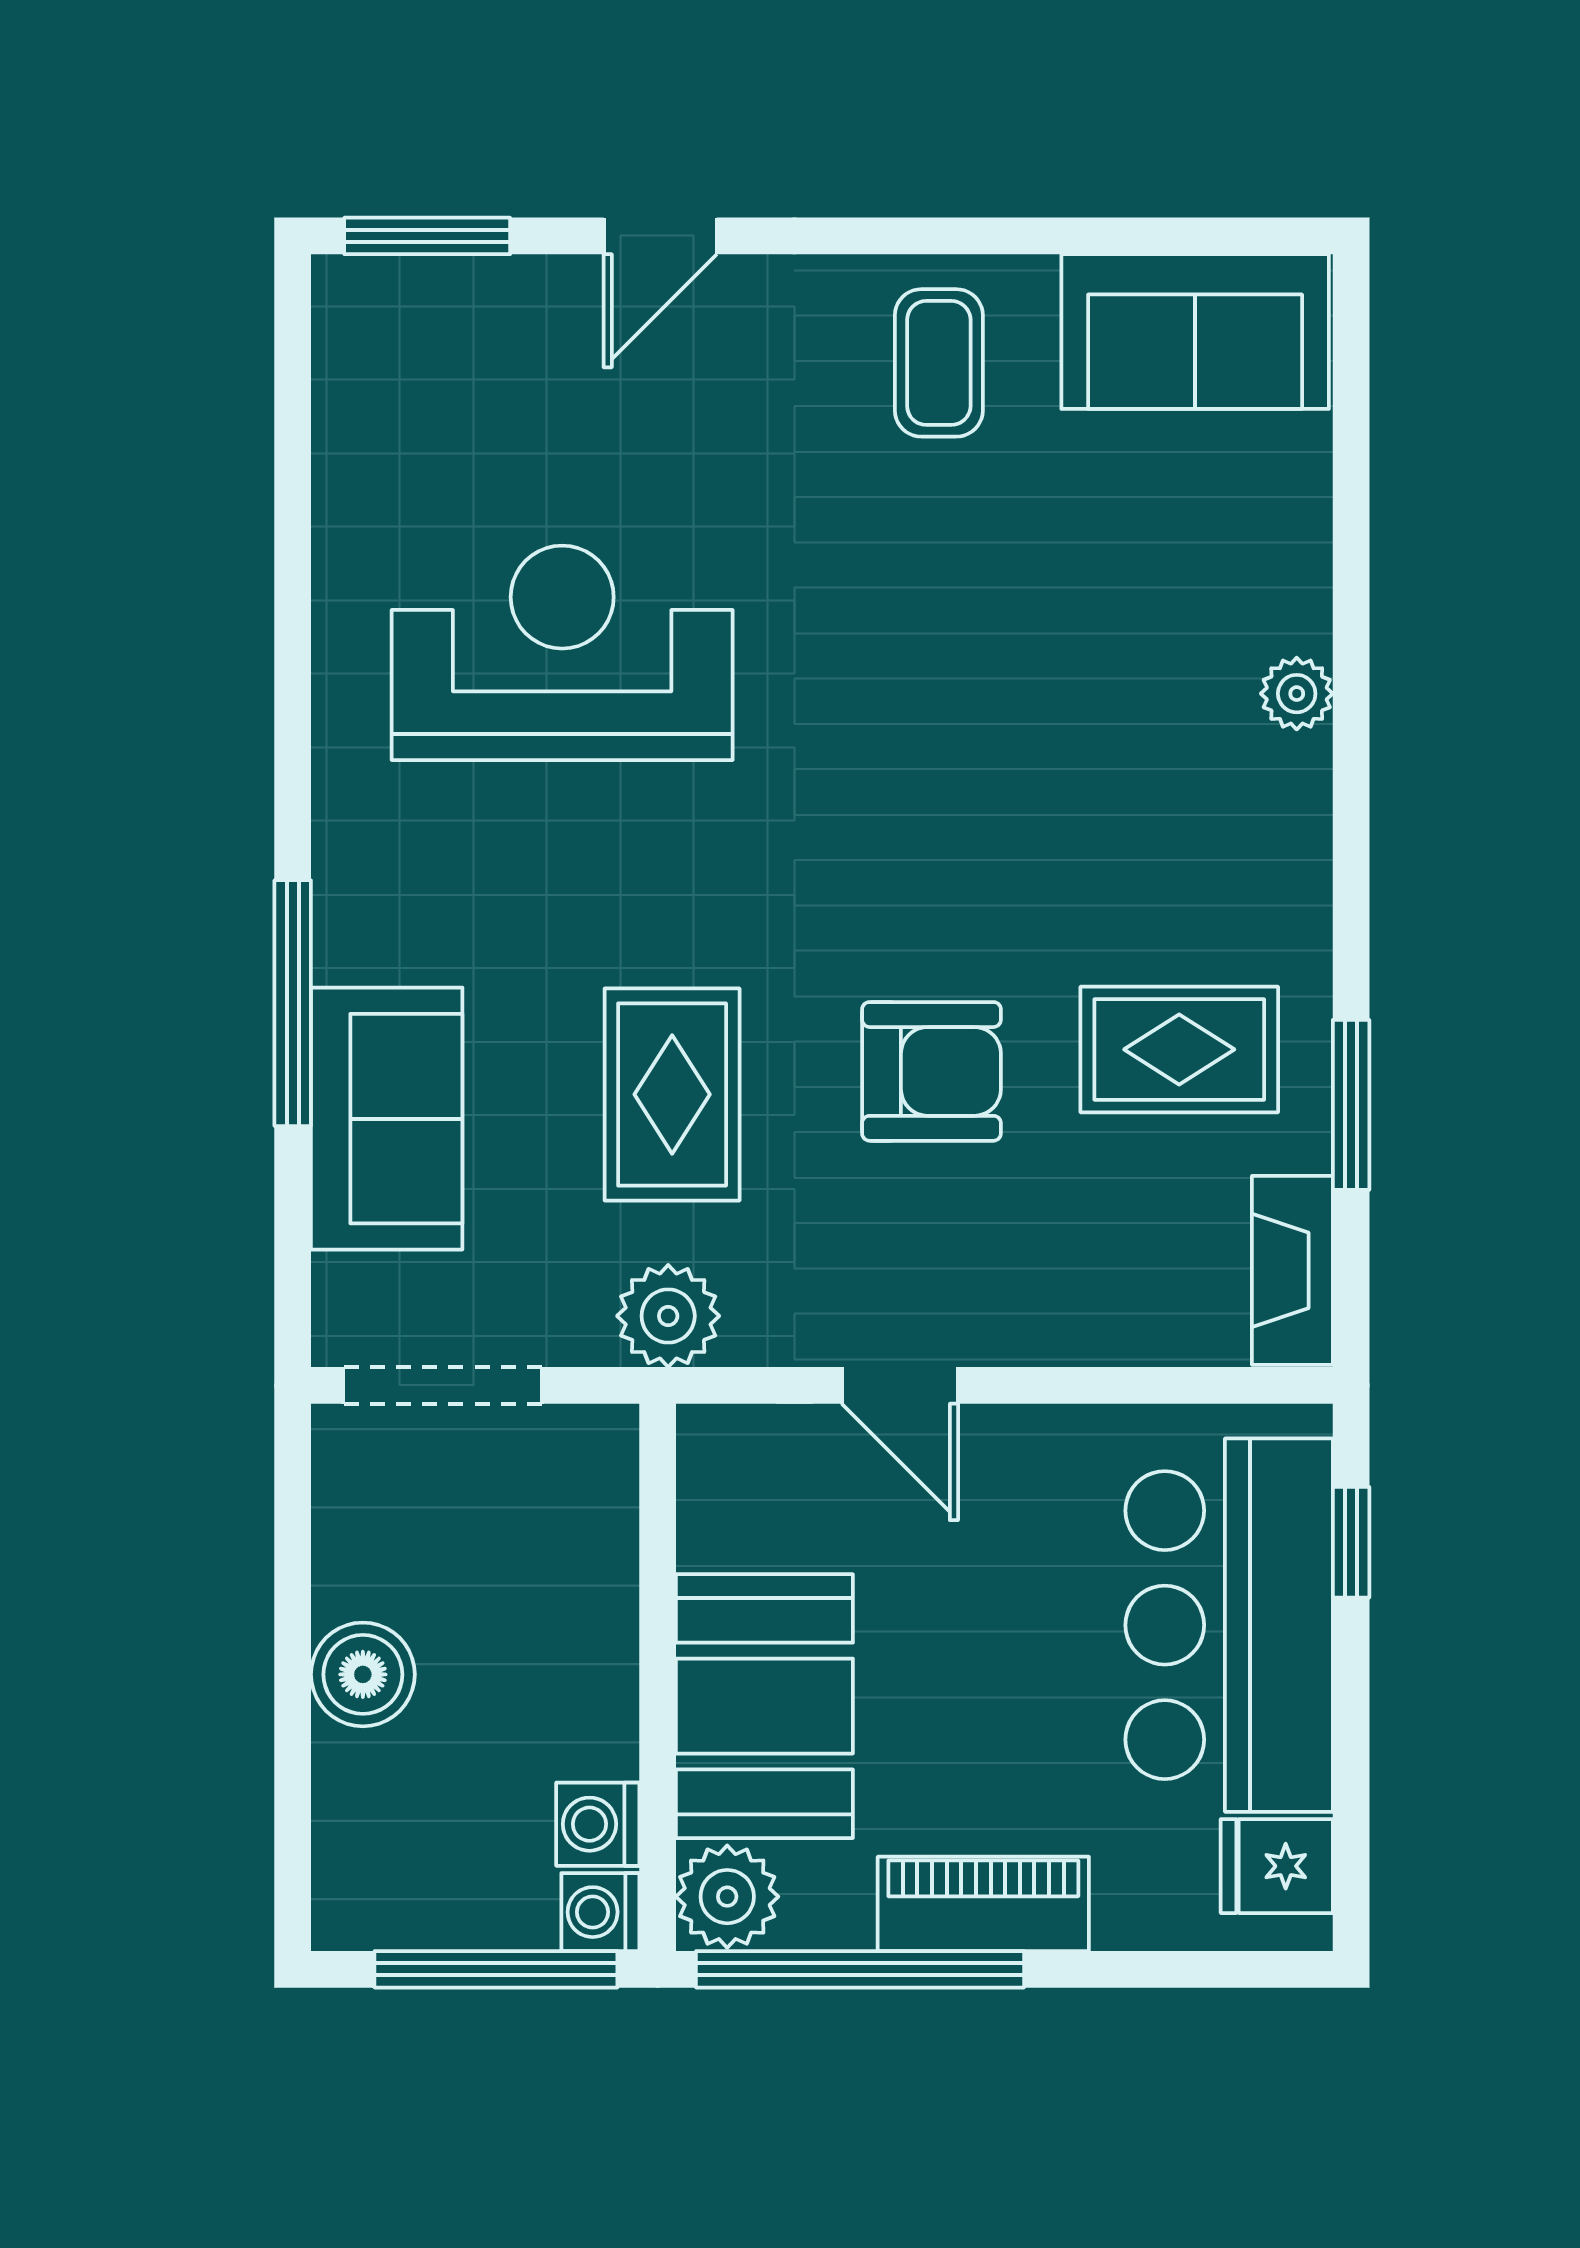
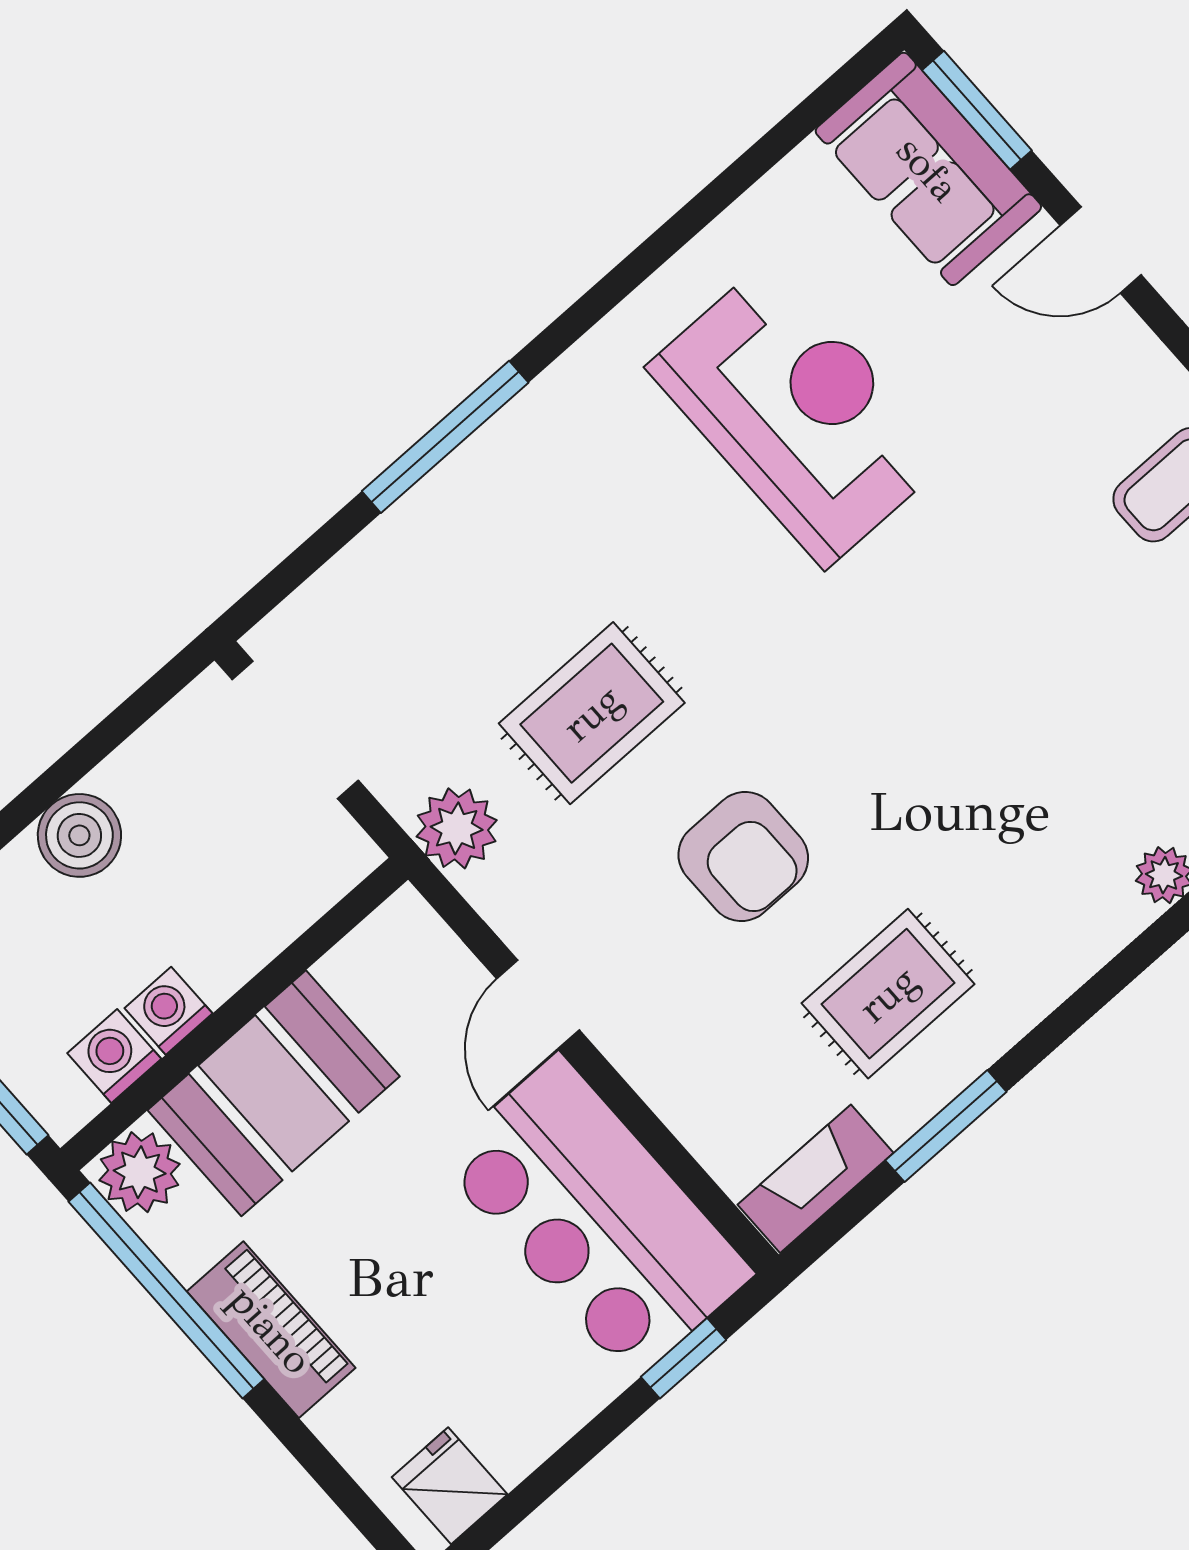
rug: (1179, 1049) -> (888, 994), turned 90
sofa: (387, 1119) -> (928, 169), moved, turned 90
bar counter: (1229, 1625) -> (596, 1217), moved, turned -90
washing machine: (600, 1912) -> (168, 1011), moved

